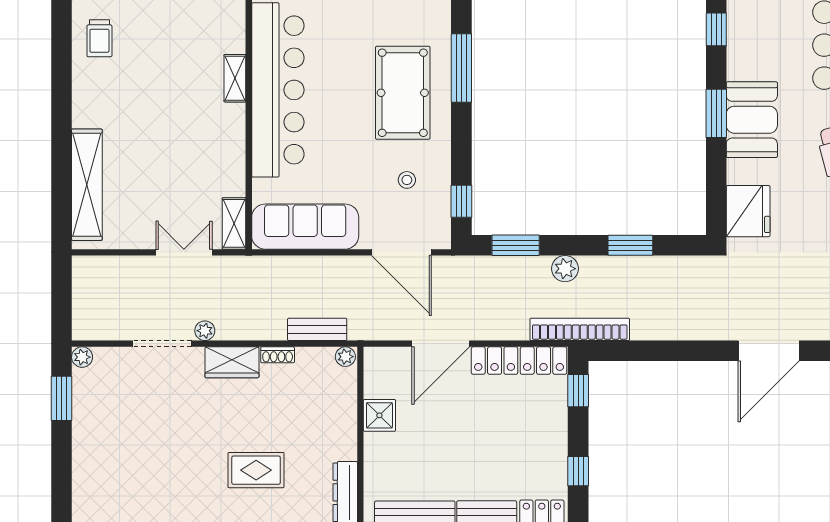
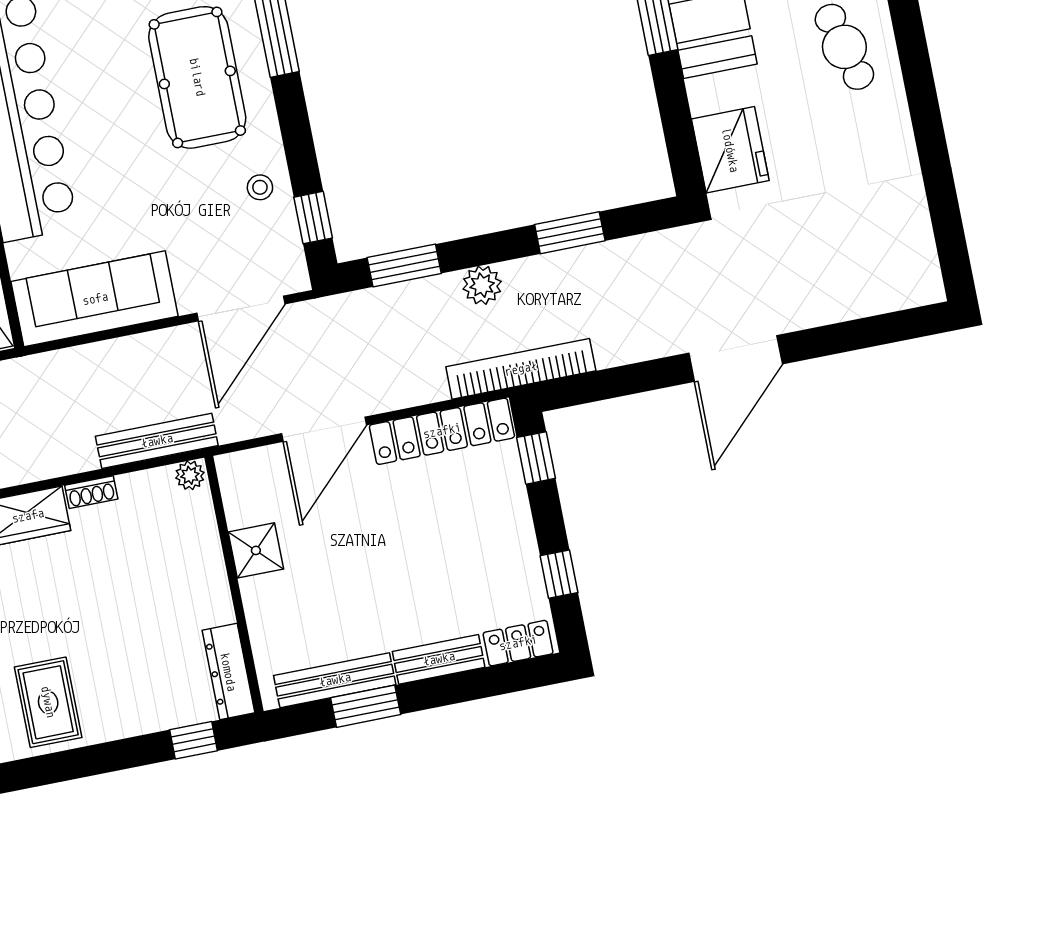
stool: (407, 180) -> (260, 187), moved
door: (401, 252) -> (241, 308), hinge flipped
bench: (317, 329) -> (157, 441), width x1.36
door: (769, 351) -> (736, 358), moved
rug: (256, 470) -> (48, 702), moved, turned 90

